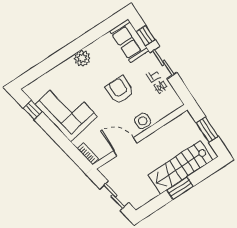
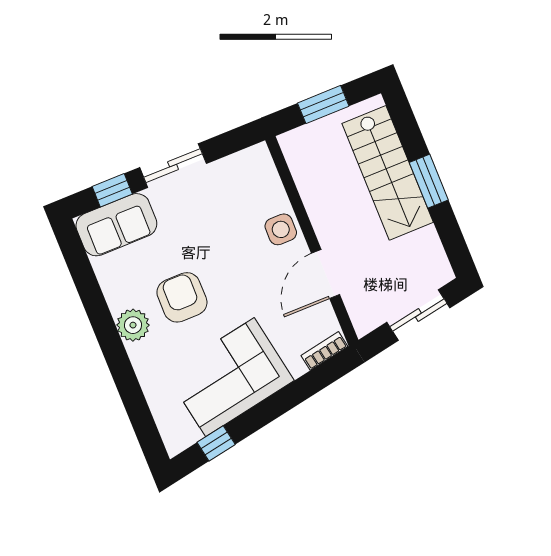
armchair: (120, 90) -> (182, 297), moved, turned 90

